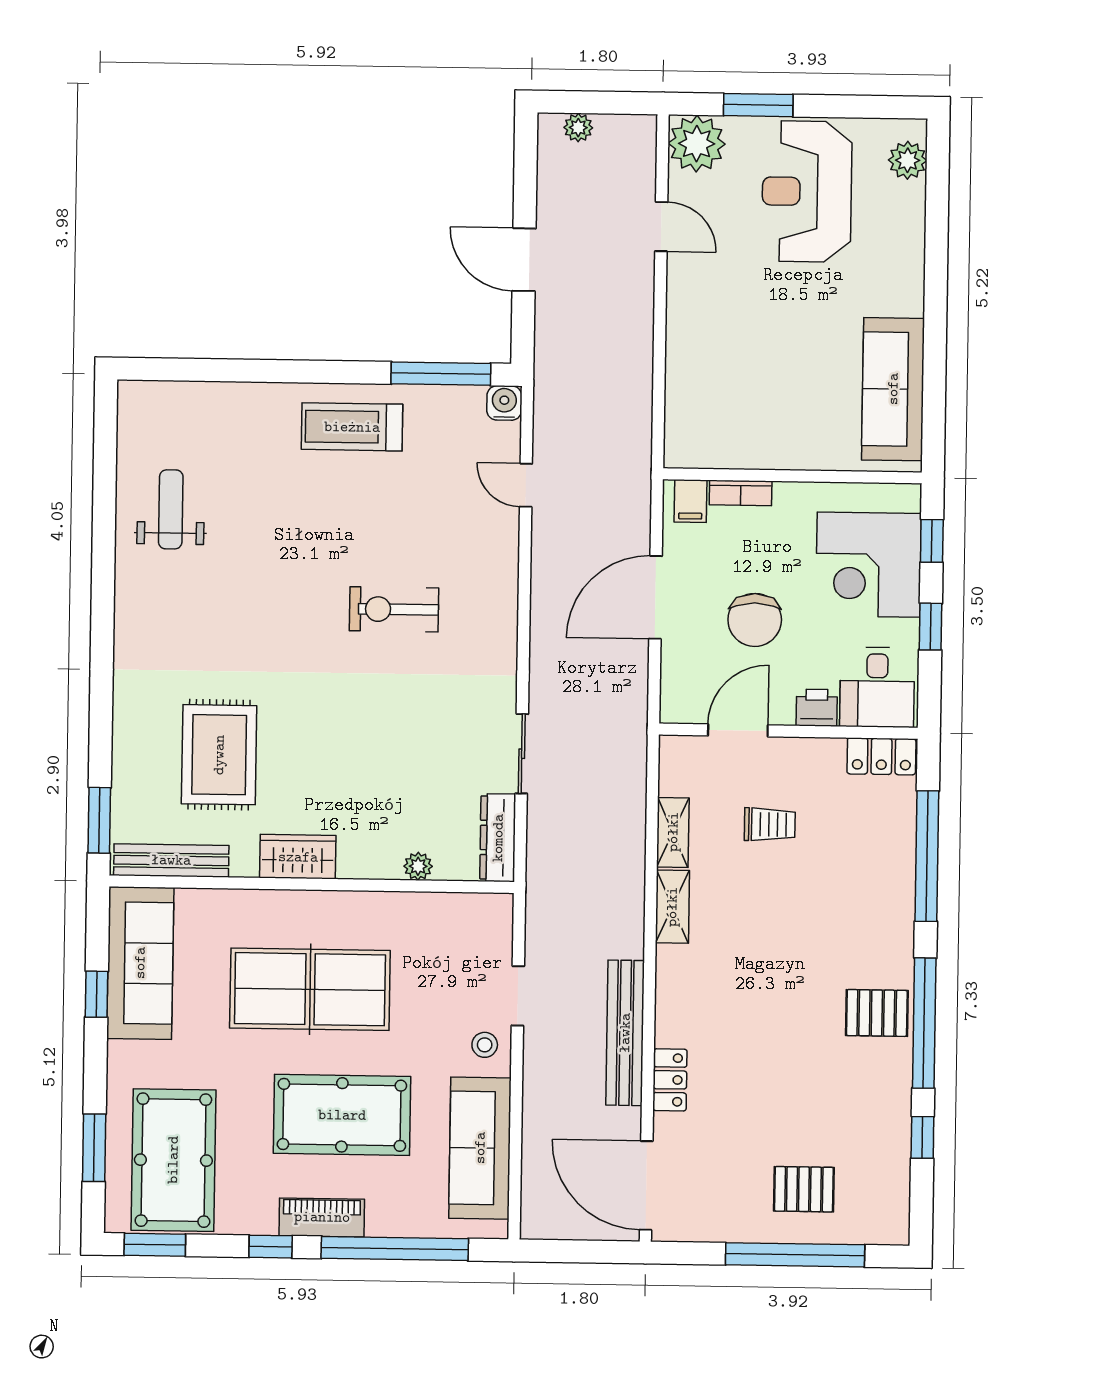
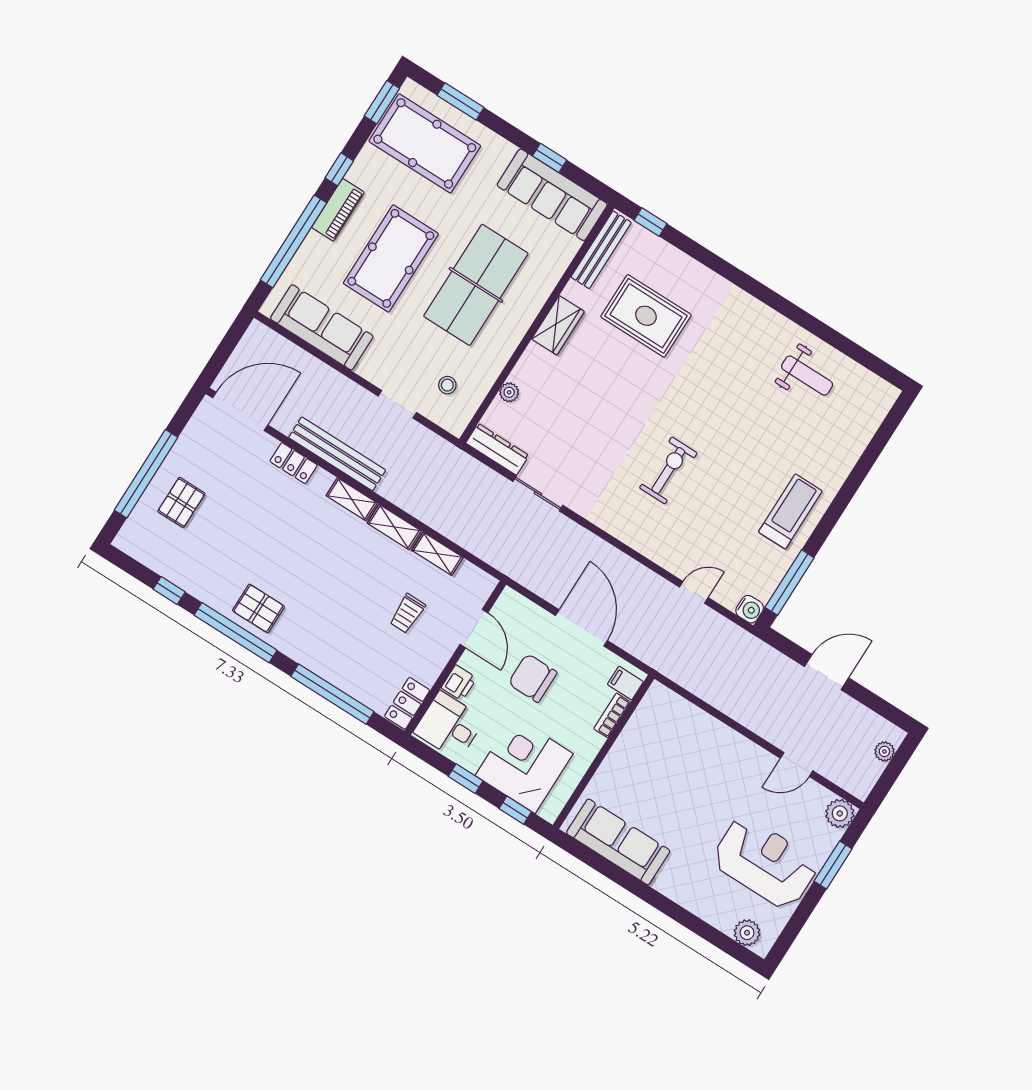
plant: (697, 144) -> (840, 813), width x0.73, depth x0.73
window: (99, 820) -> (651, 222), width x0.67
shelving: (670, 980) -> (352, 499), added
pallet: (877, 1013) -> (258, 608), turned 90
stool: (485, 1045) -> (447, 385), moved

